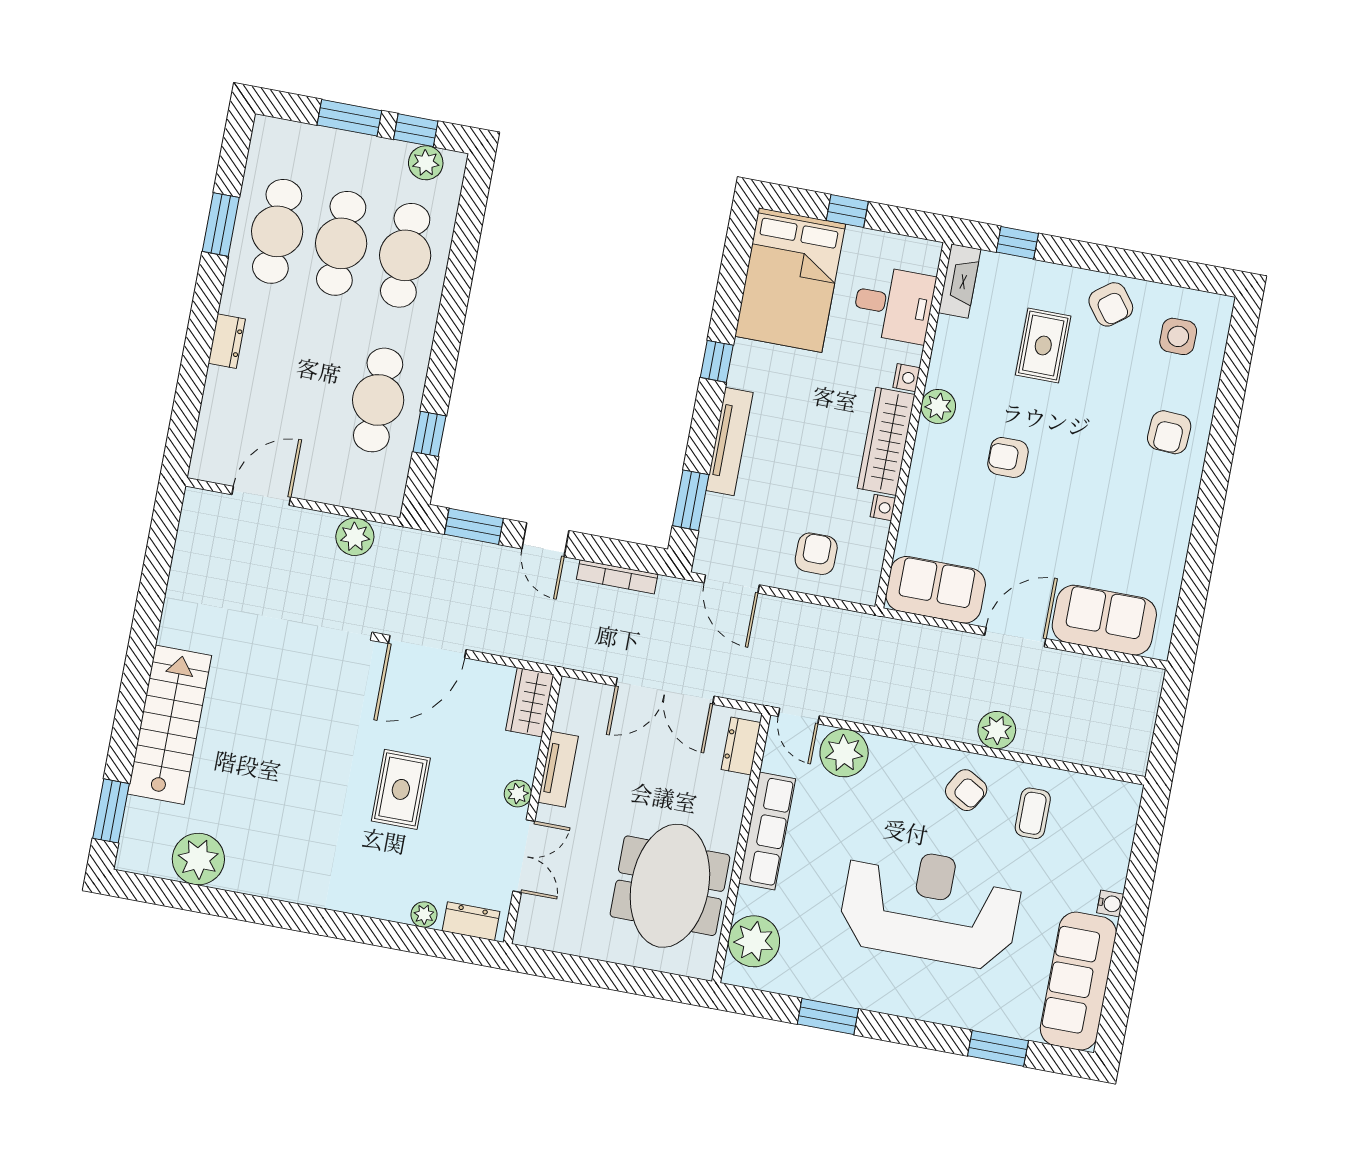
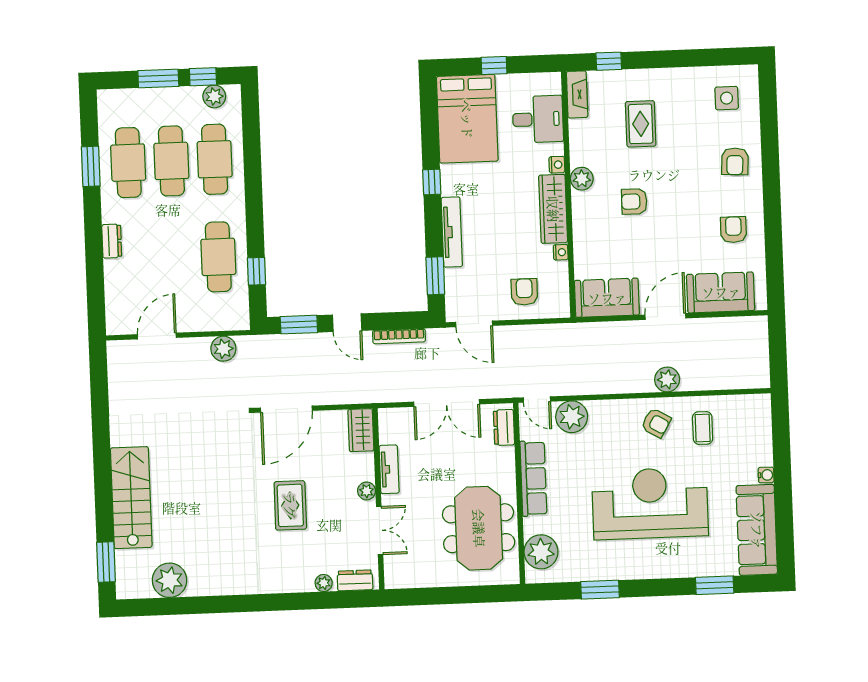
armchair: (1111, 304) -> (733, 230), moved, turned -143

